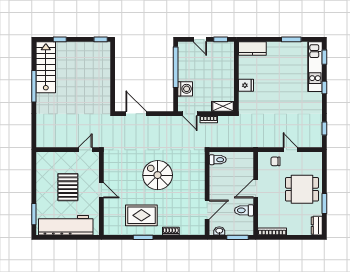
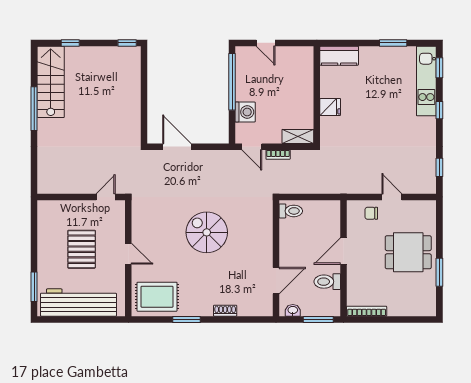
window: (221, 39) -> (295, 43), removed
rug: (141, 215) -> (157, 297), moved
dresser: (317, 226) -> (429, 303), removed

